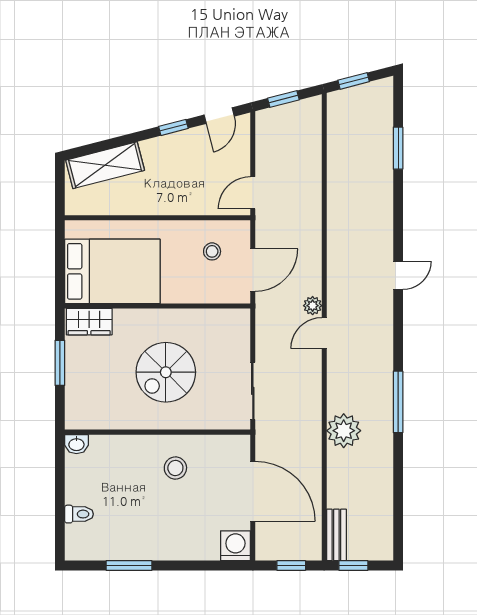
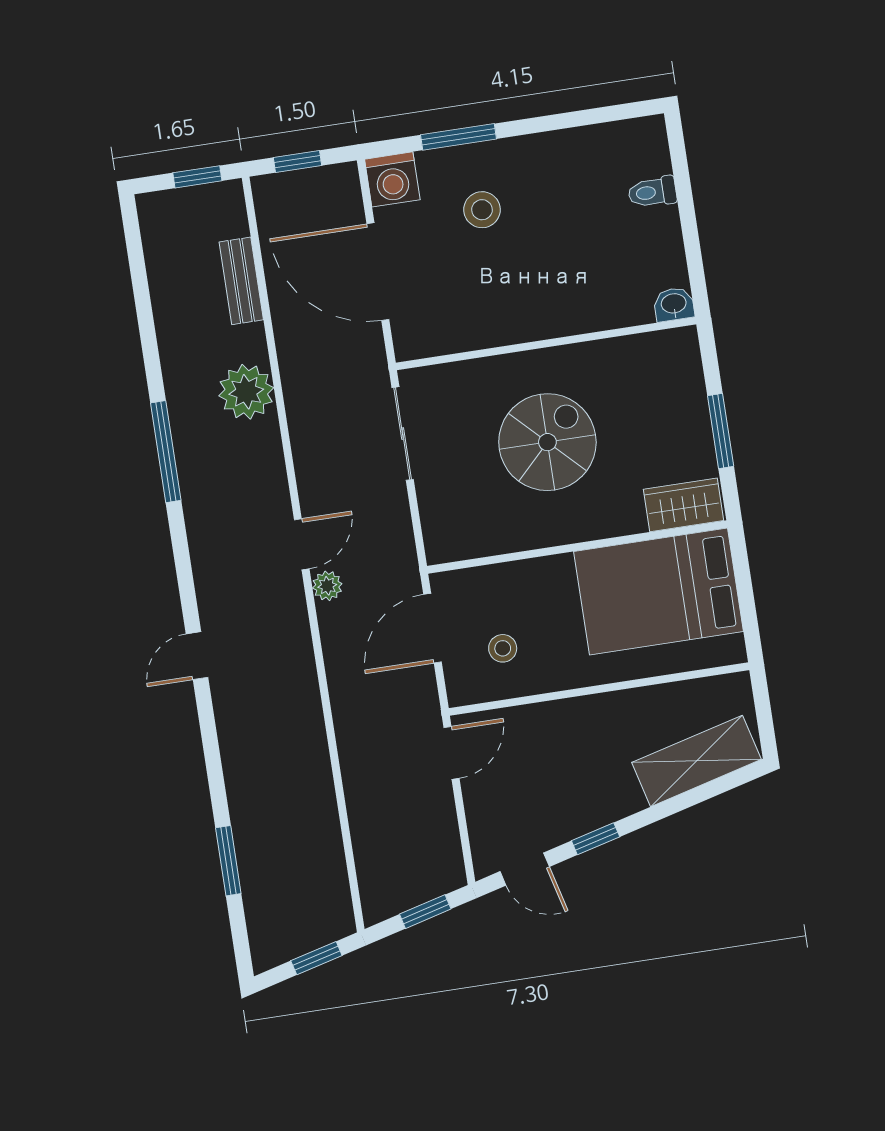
door: (219, 116) -> (525, 869), swing flipped
stool: (175, 468) -> (482, 210), moved
bench: (336, 535) -> (241, 281), moved
window: (129, 565) -> (459, 137), moved

